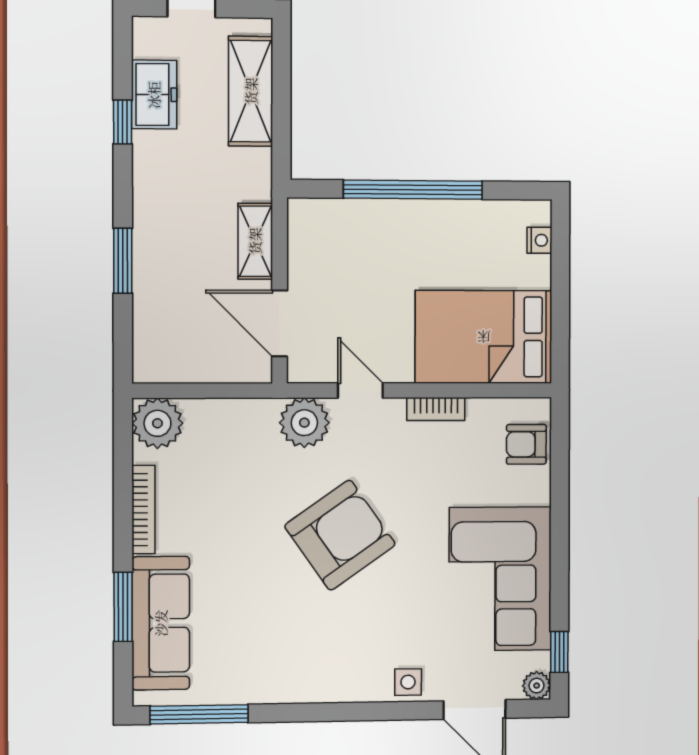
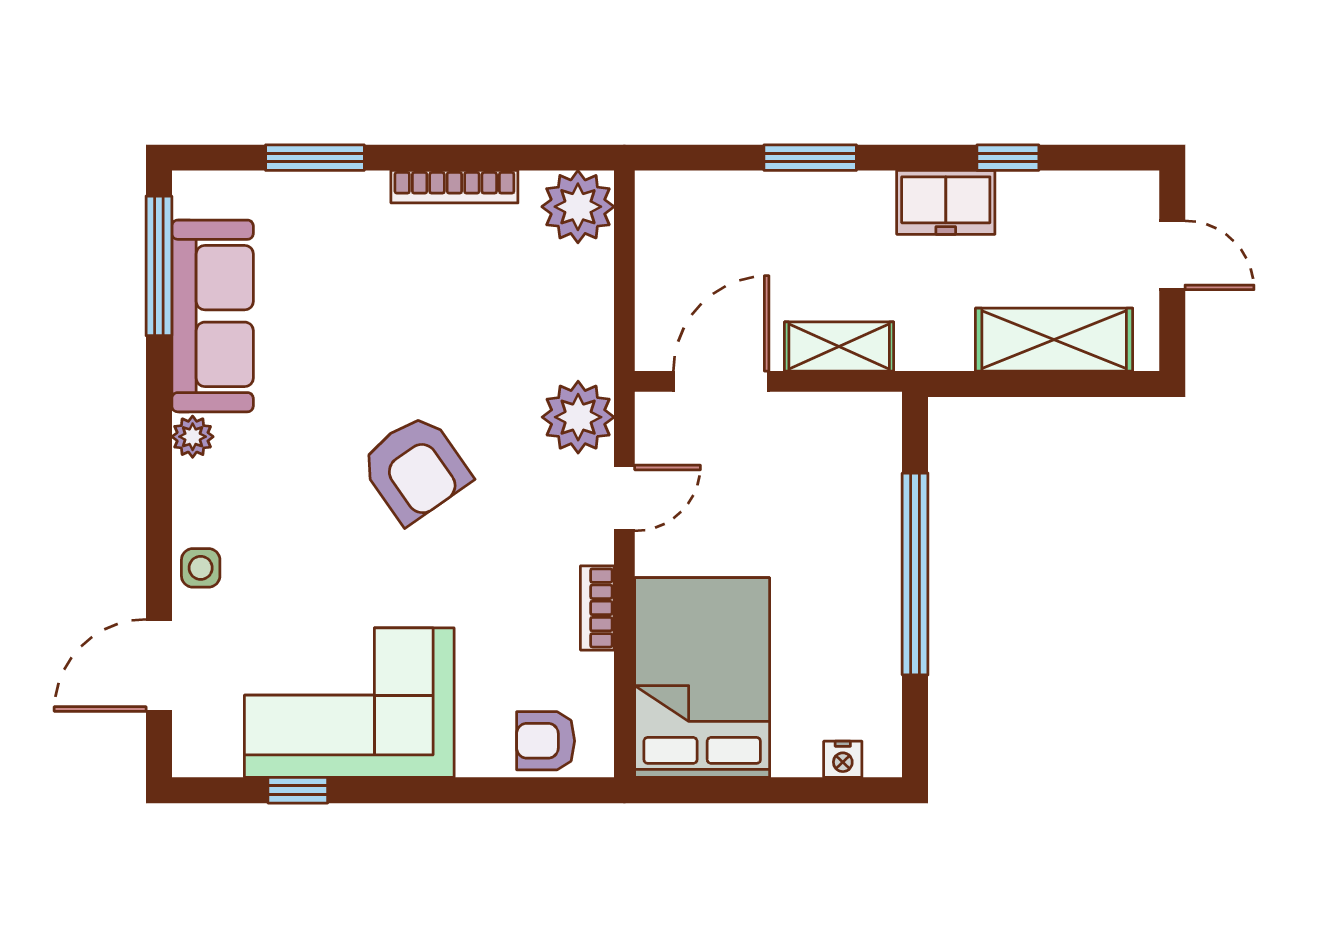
freezer: (154, 95) -> (946, 202), moved
armchair: (526, 444) -> (546, 741), turned -90
armchair: (340, 535) -> (415, 469), width x0.73, depth x0.73
sofa: (161, 623) -> (213, 316), moved, turned -90
window: (559, 652) -> (298, 790), moved
plant: (537, 686) -> (193, 437), moved

